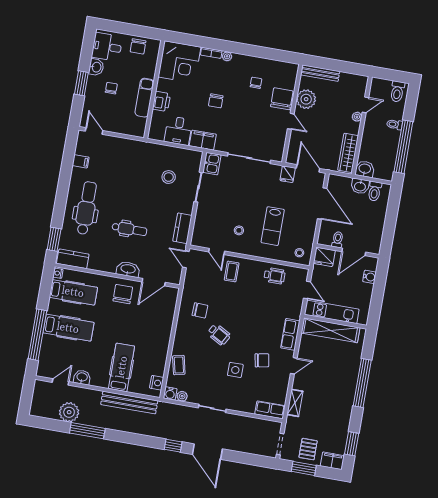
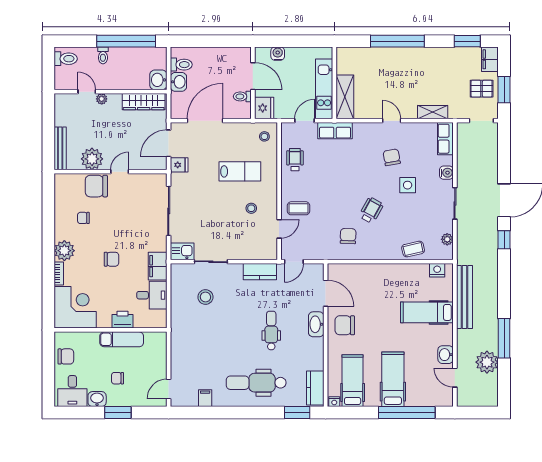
plant: (227, 56) -> (64, 251), width x1.88, depth x1.88
shelving: (330, 330) -> (345, 97), width x0.68
row of seats: (290, 334) -> (335, 131), moved
water cooler: (170, 393) -> (446, 173), moved

